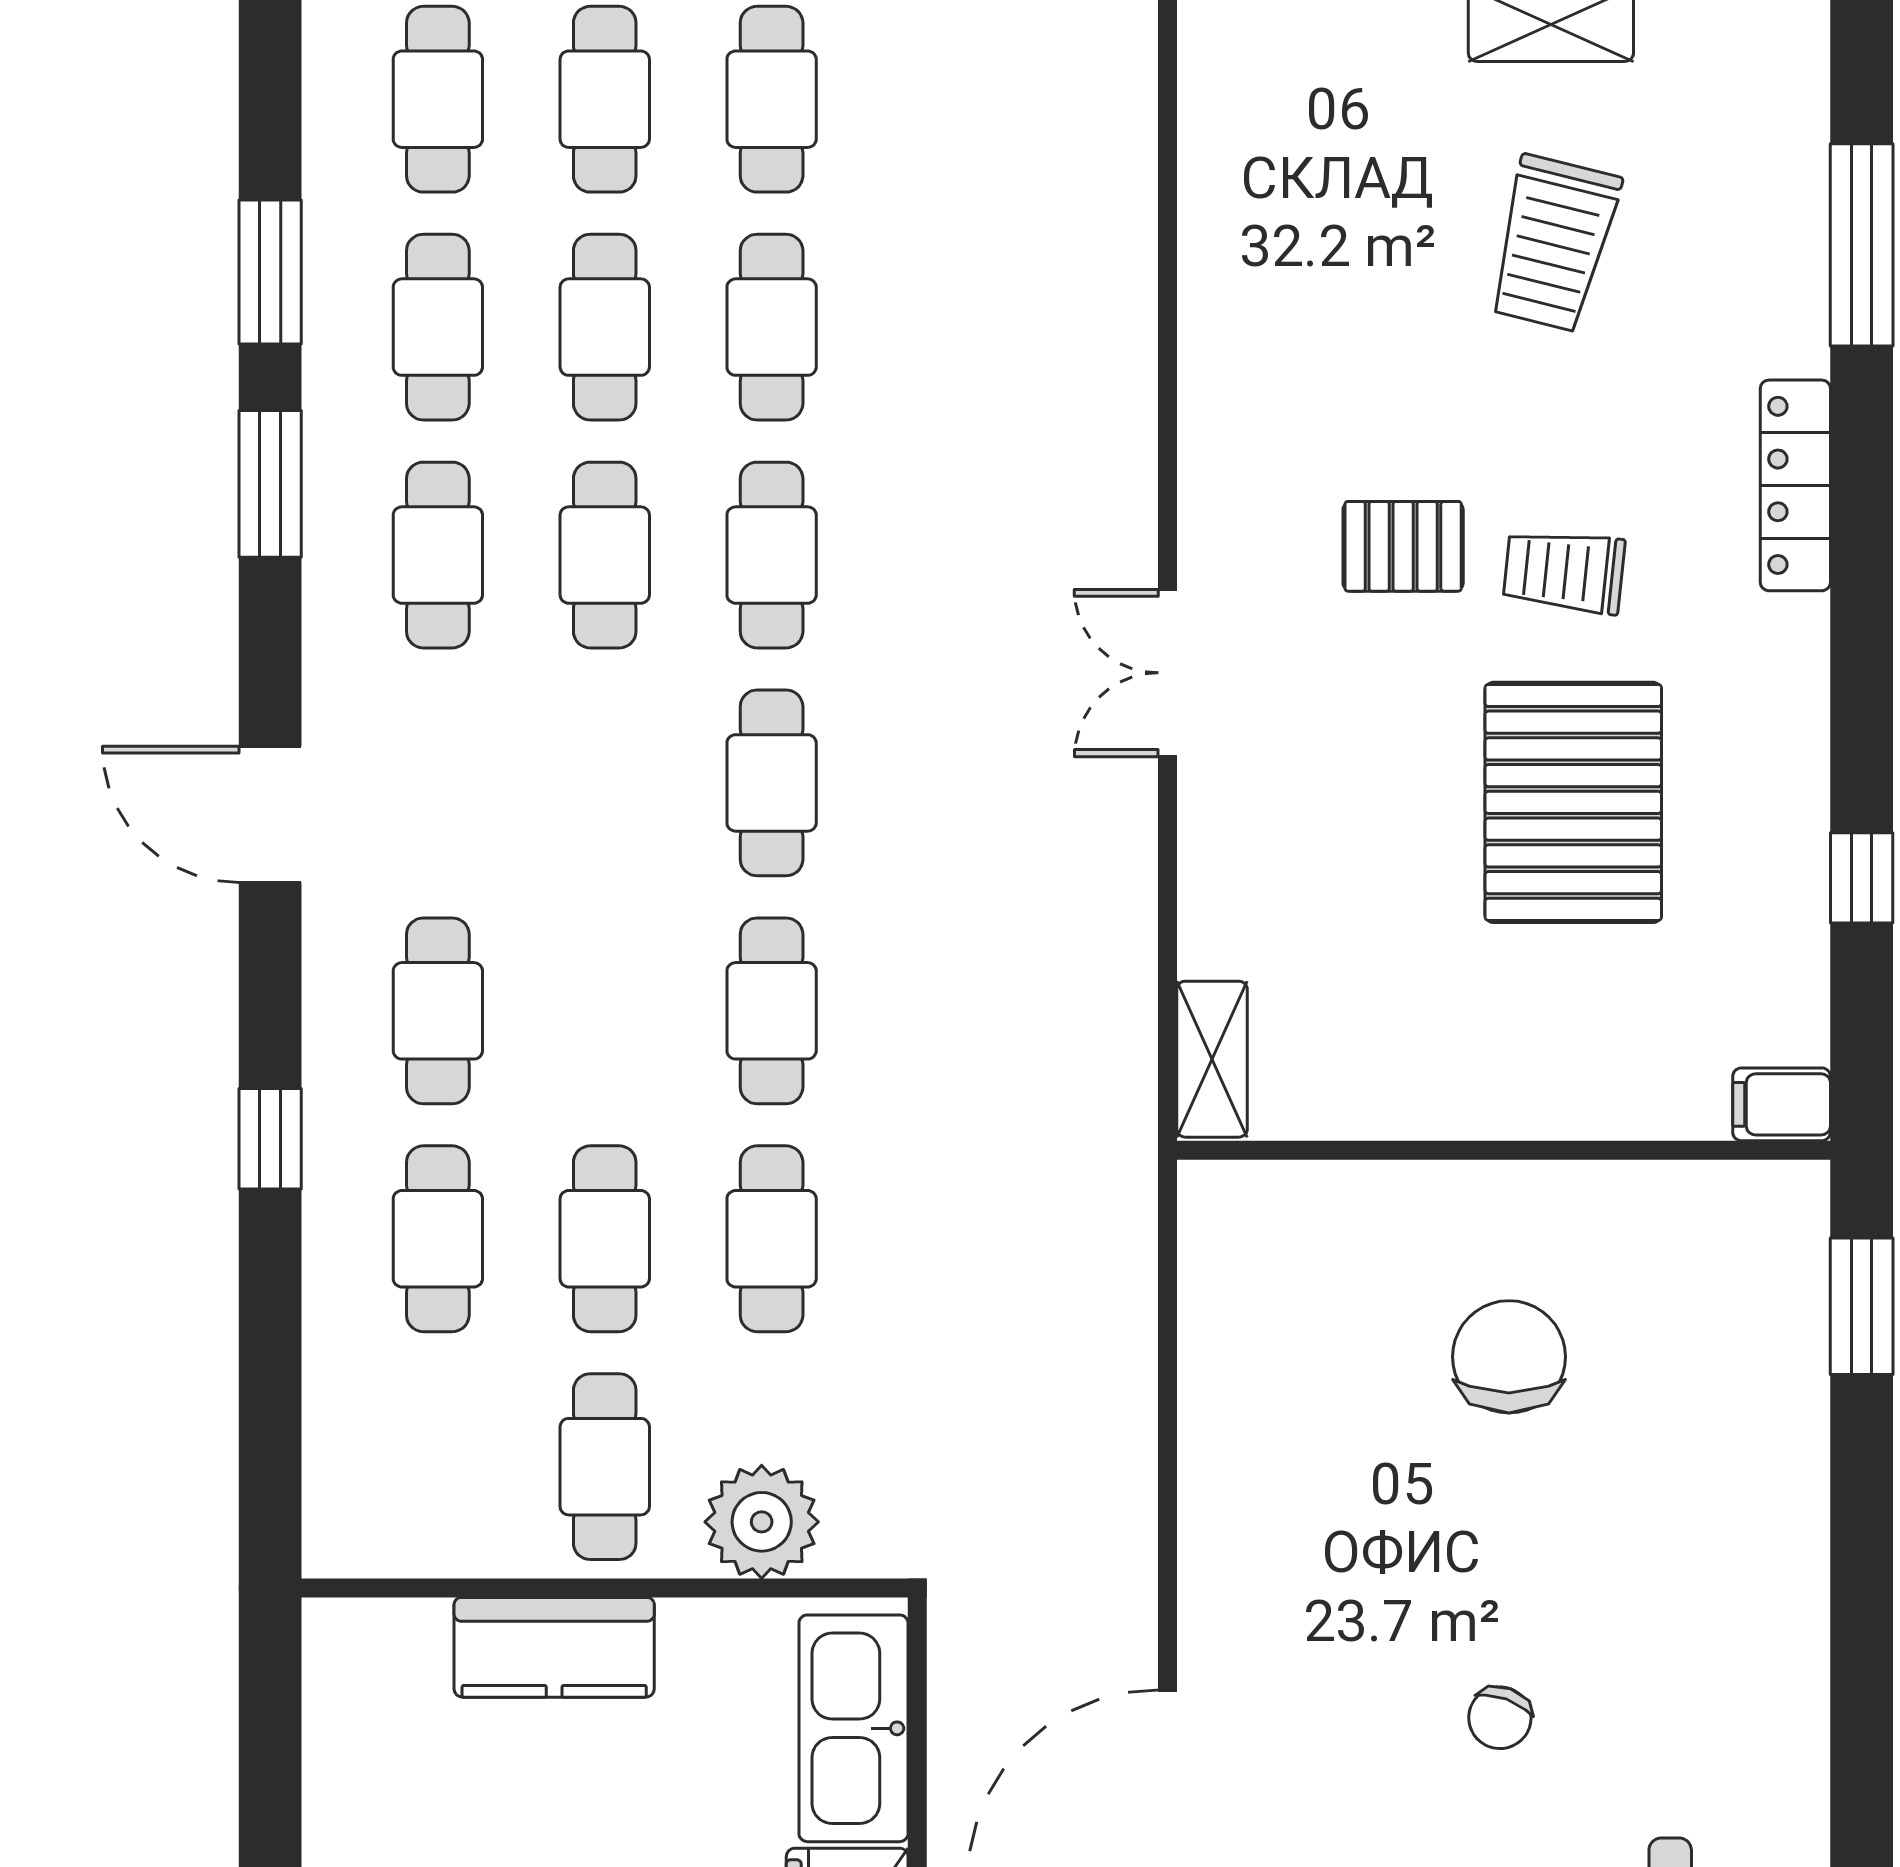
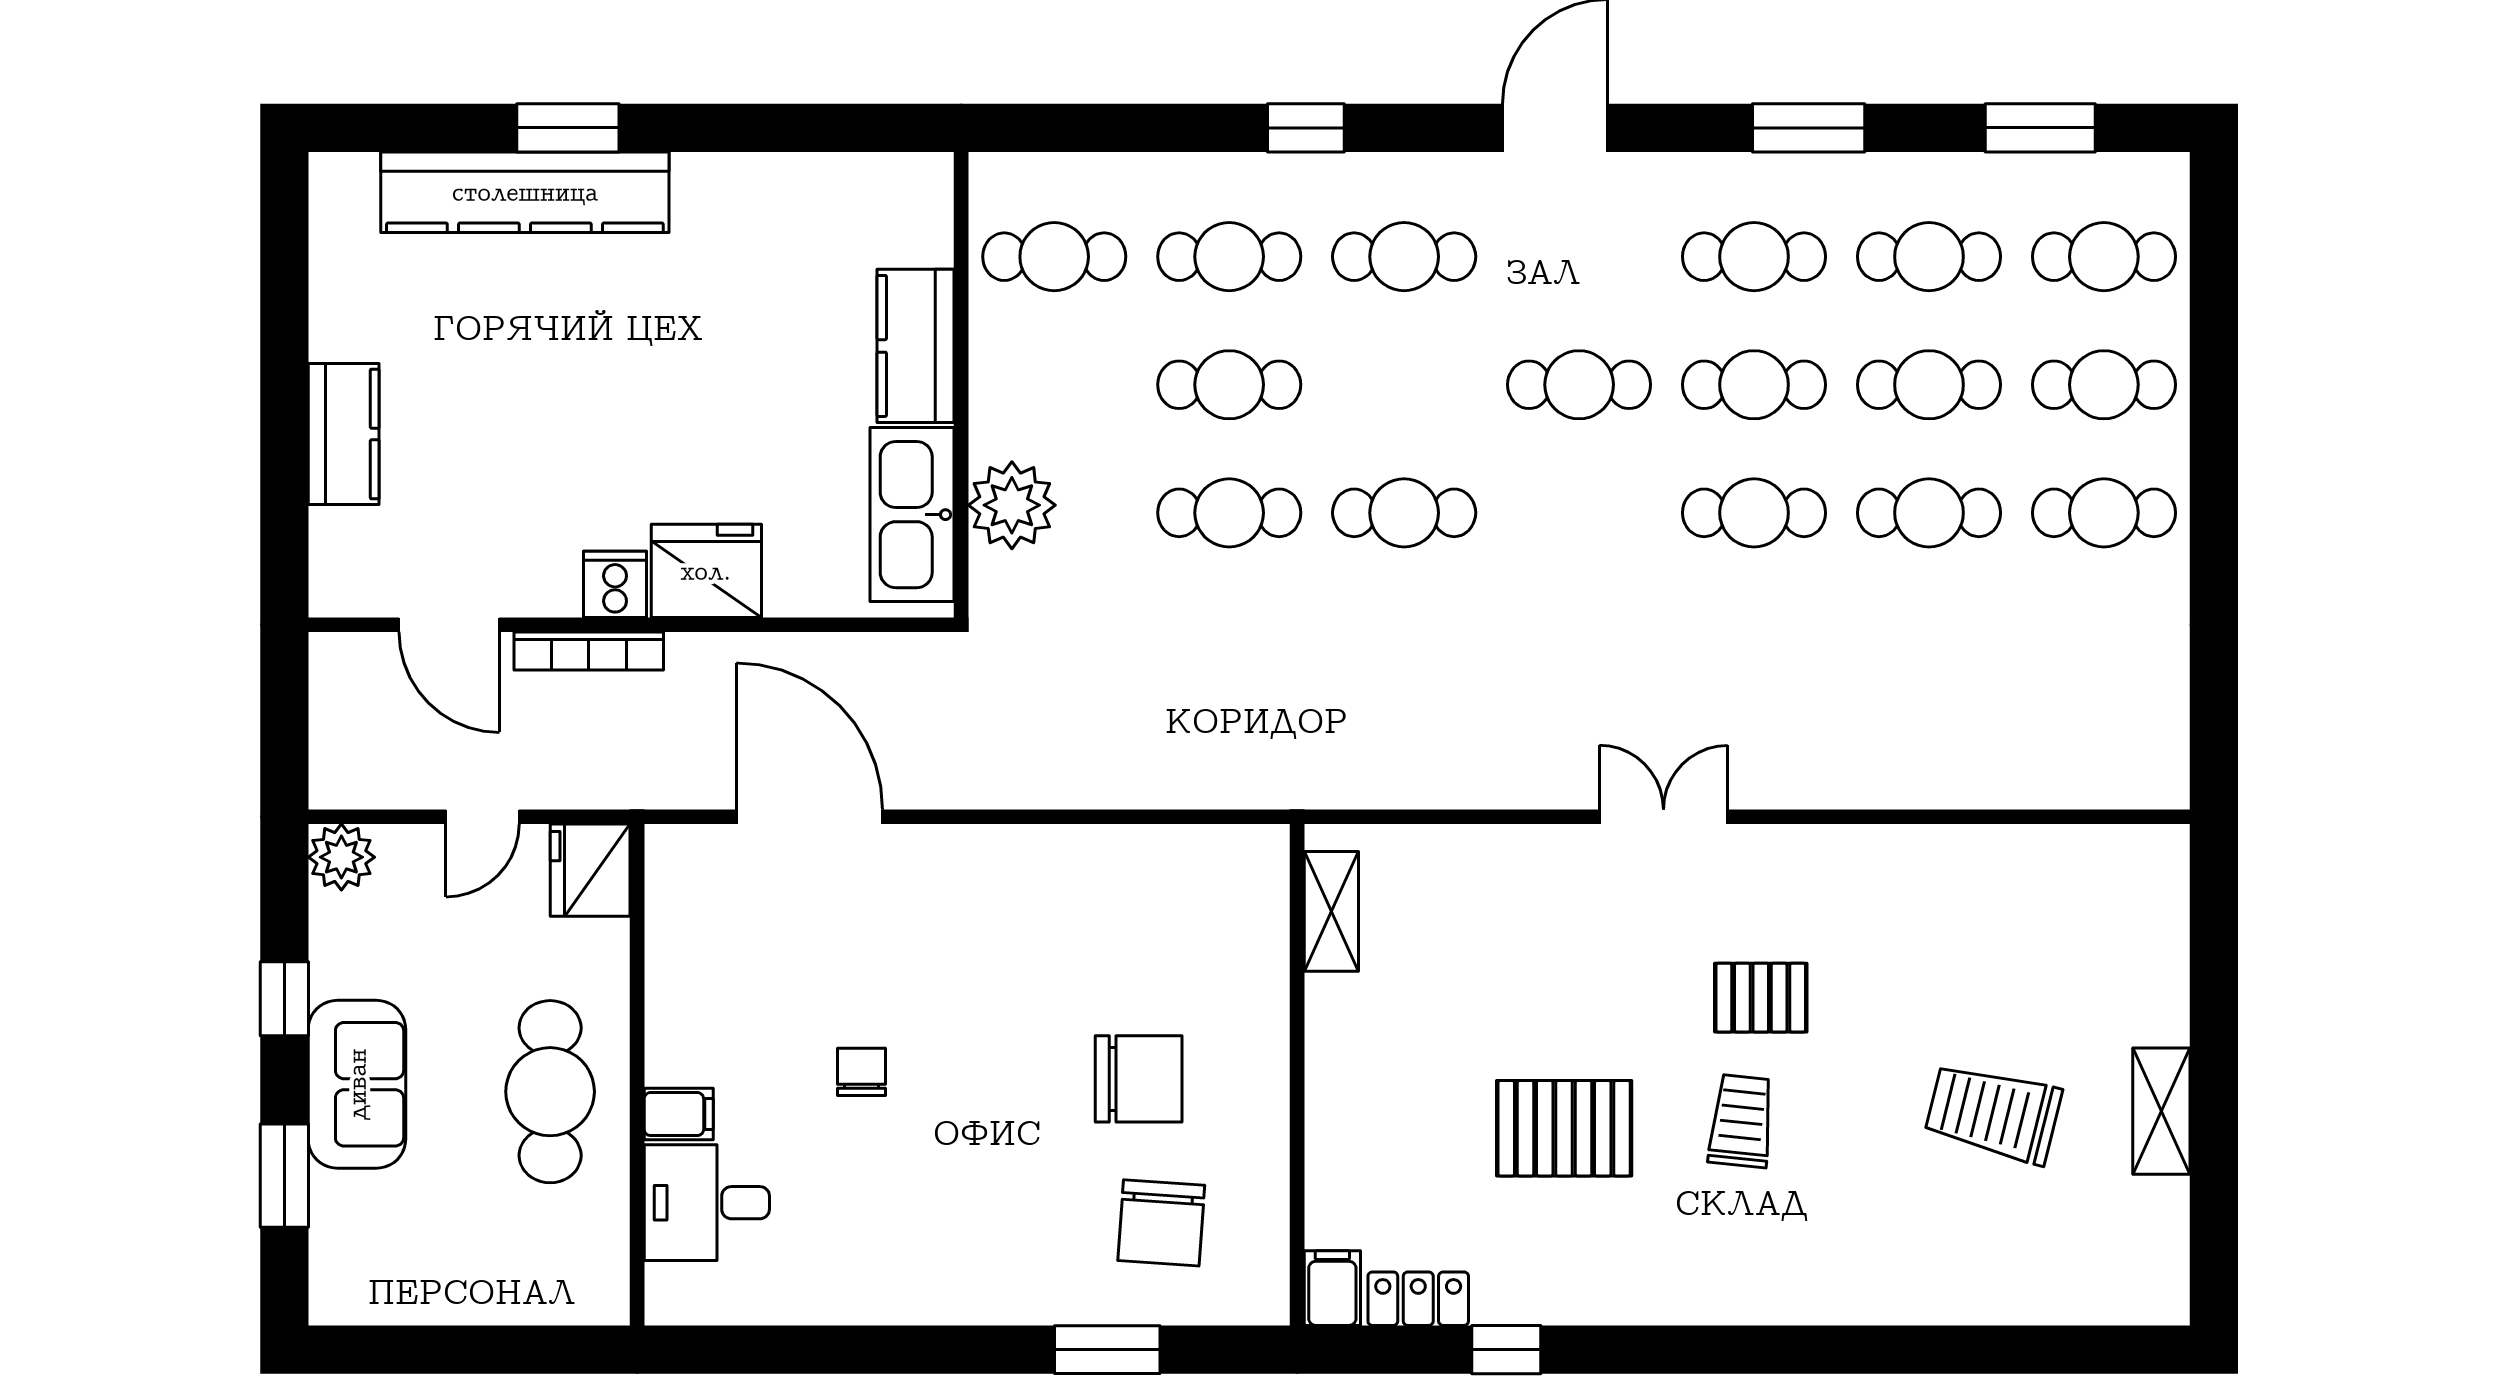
window: (1862, 245) -> (1992, 1350), removed
window: (270, 272) -> (2040, 128), moved
locker: (1795, 485) -> (1418, 1299), moved, width x0.66
pallet: (1403, 546) -> (1761, 998), turned 90
cafe table: (772, 783) -> (1579, 385), moved
pallet: (1573, 802) -> (1564, 1128), width x0.73, depth x0.71
shelving: (1212, 1059) -> (1331, 911), moved, turned 90
window: (1862, 1306) -> (1107, 1350), moved
chair: (1697, 1327) -> (1161, 1223), added
cafe table: (605, 1467) -> (1054, 257), moved
chair: (1500, 1718) -> (861, 1072), turned 70
kitchen sink: (853, 1728) -> (912, 515), moved, turned -90

